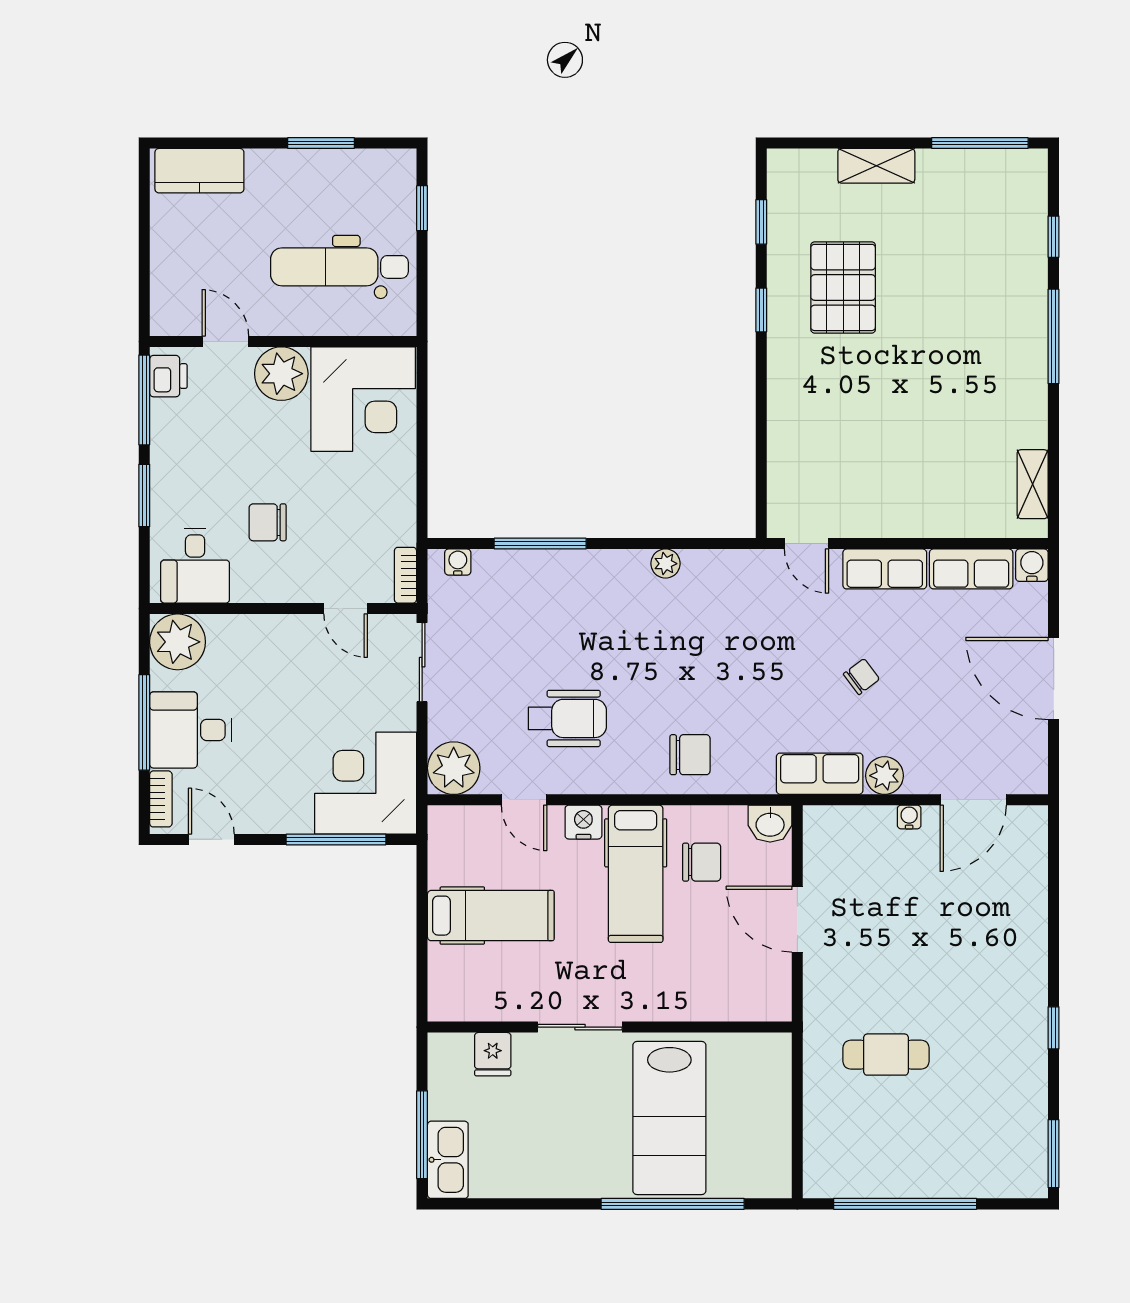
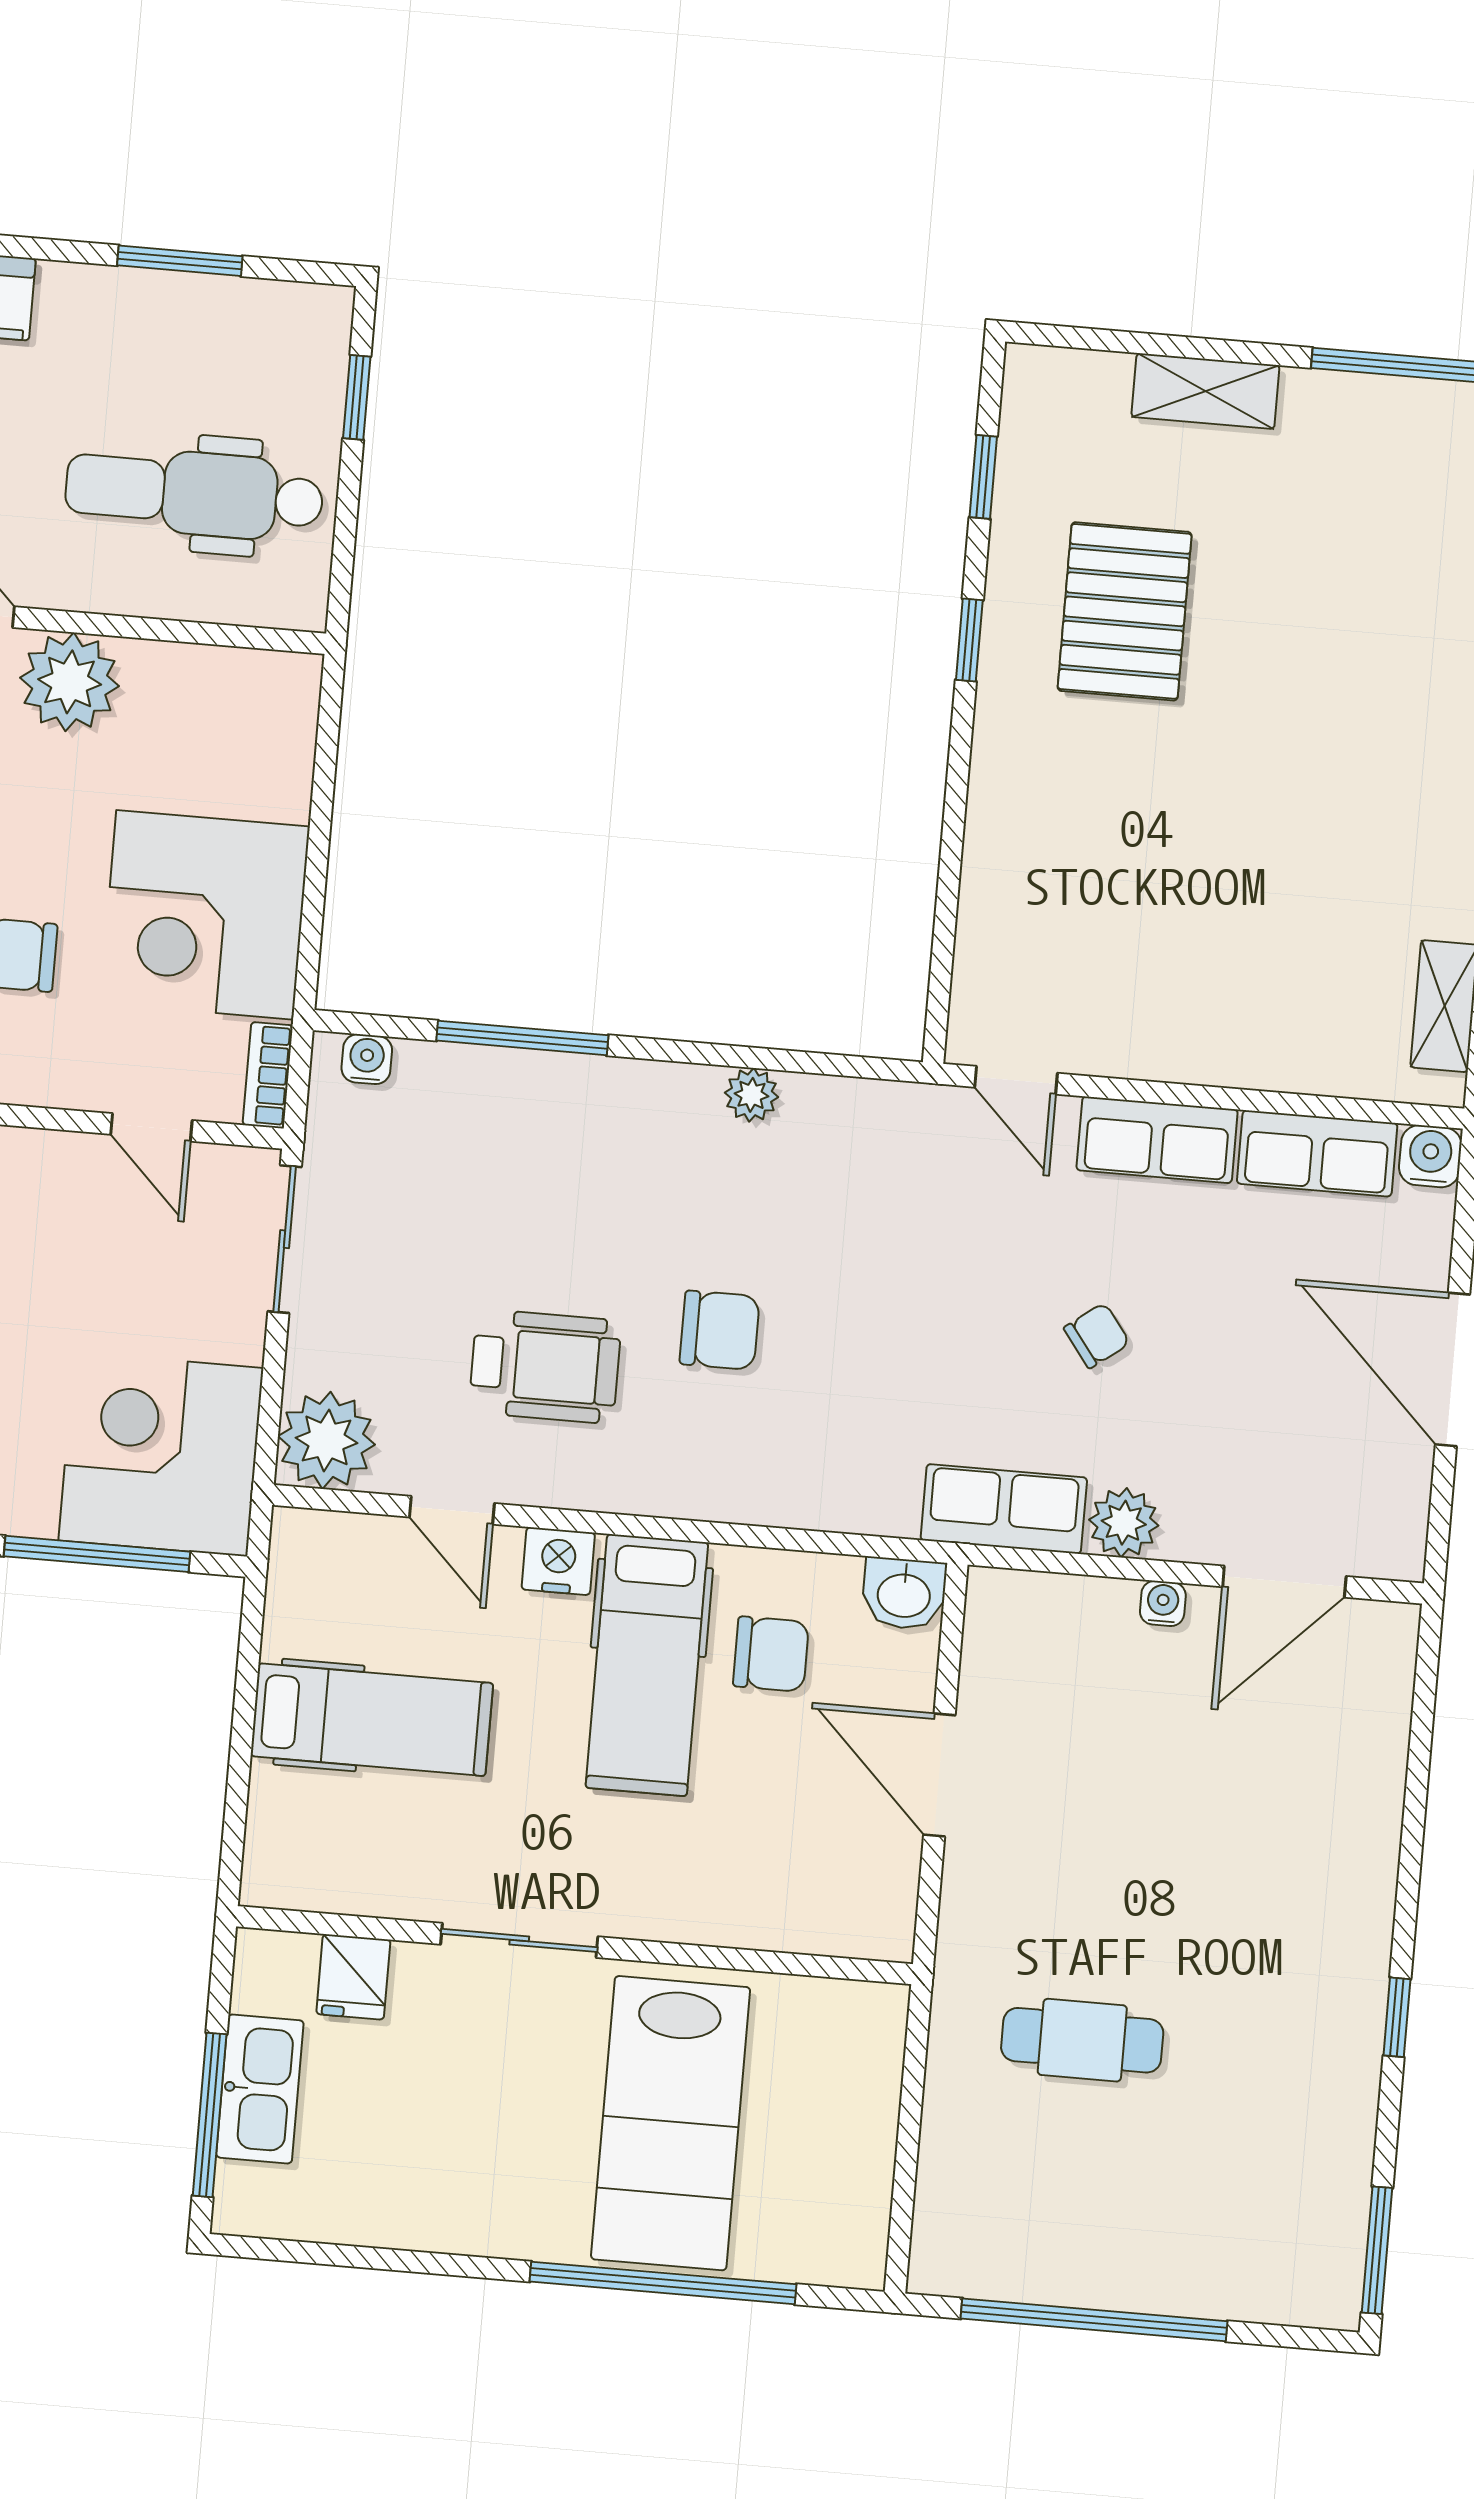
corner desk: (363, 399) -> (205, 915), moved, turned 90
chair: (690, 755) -> (720, 1330), moved
kitchen sink: (448, 1160) -> (260, 2089), moved

